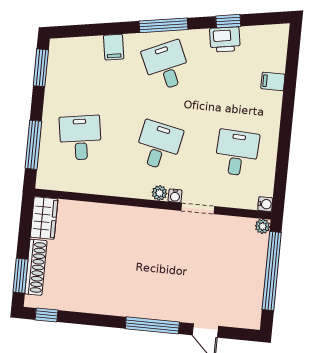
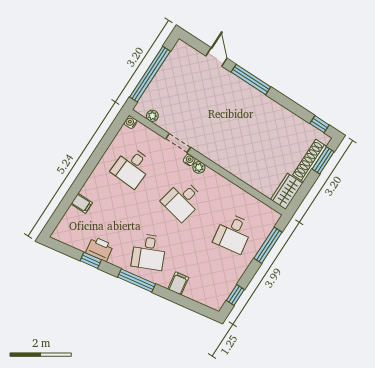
window: (41, 68) -> (235, 295), width x0.67
plant: (263, 226) -> (152, 116), moved

